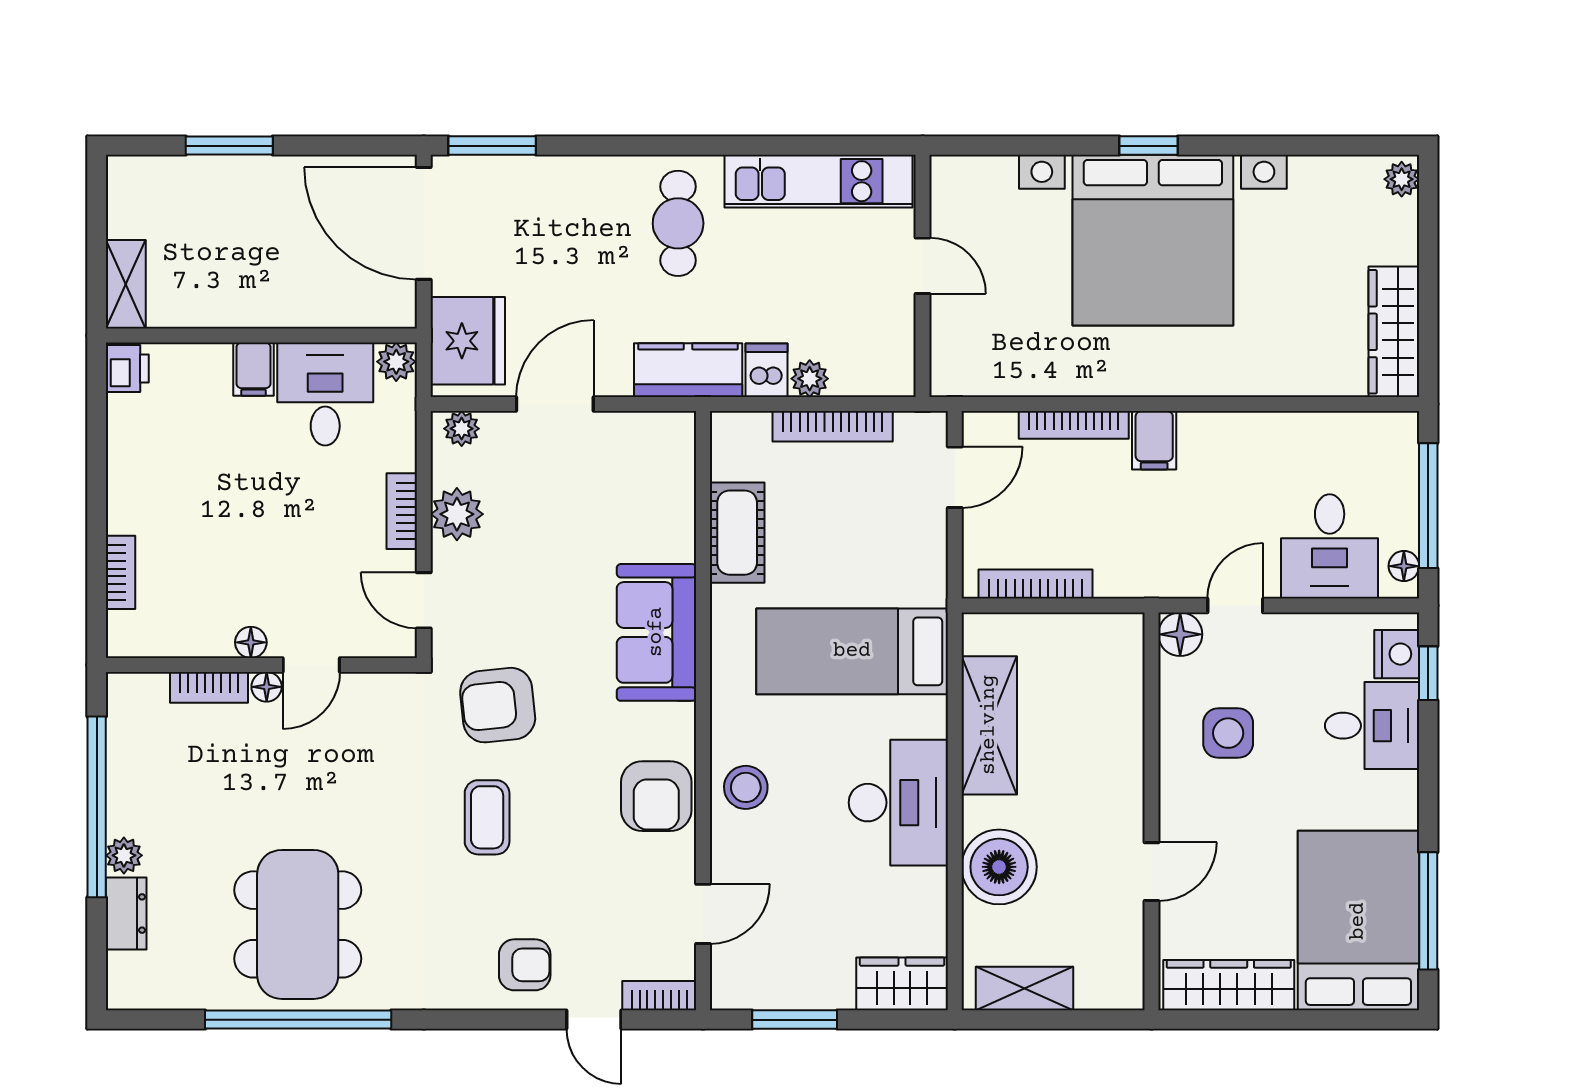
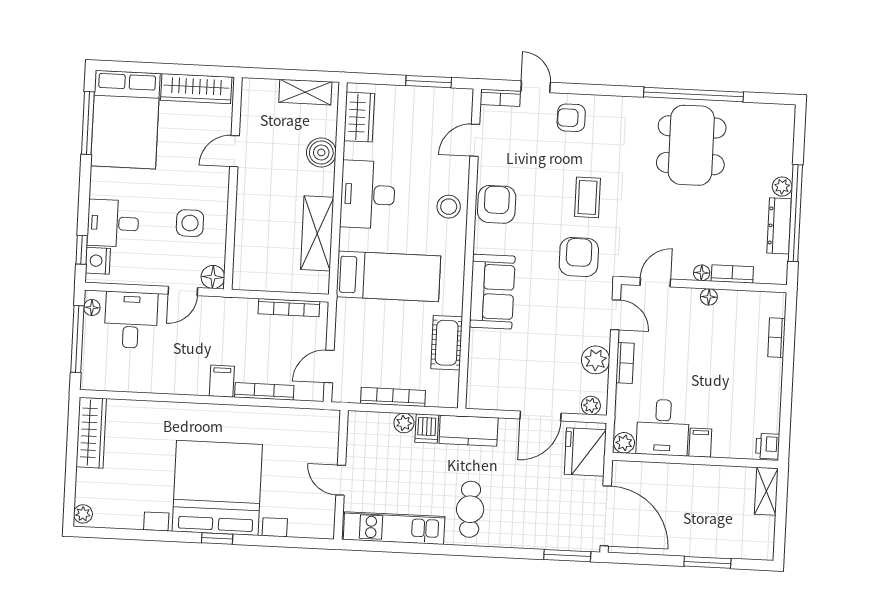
door: (311, 665) -> (655, 282), moved
armchair: (498, 705) -> (579, 257), turned -84
boiler: (999, 867) -> (321, 152), width x0.73, depth x0.73
dresser: (126, 914) -> (779, 226), moved, width x1.44
wardrobe: (902, 984) -> (359, 117), moved, turned -90

